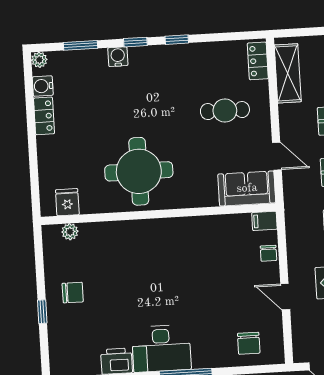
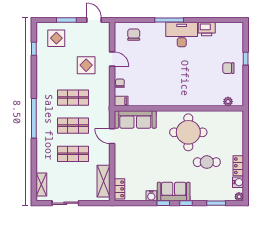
water cooler: (118, 57) -> (151, 196), moved
sofa: (159, 62) -> (174, 192), added
cafe table: (225, 111) -> (207, 162), moved
sofa: (247, 188) -> (135, 119), width x1.36
fridge: (67, 202) -> (228, 118), removed

